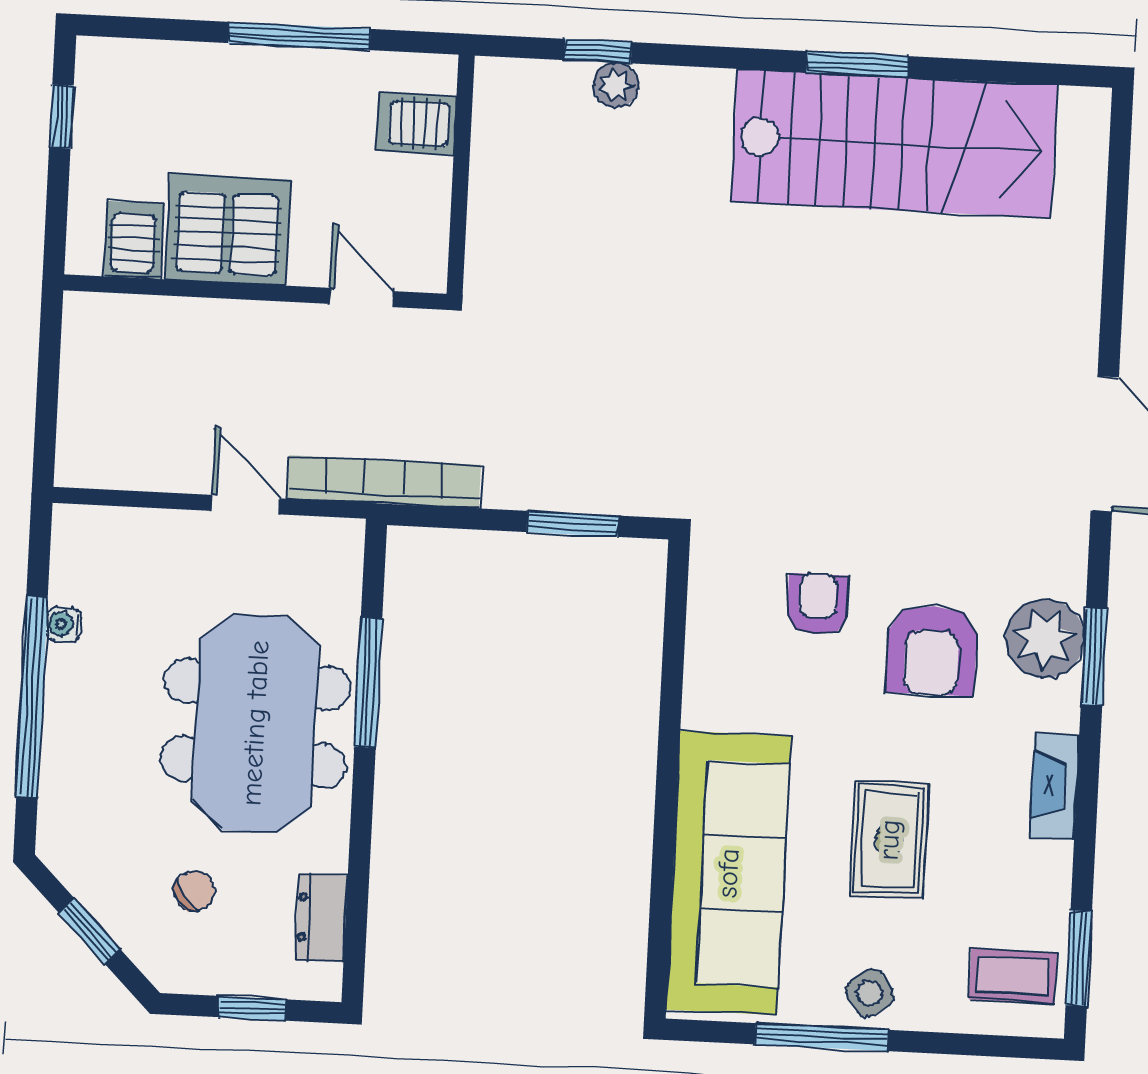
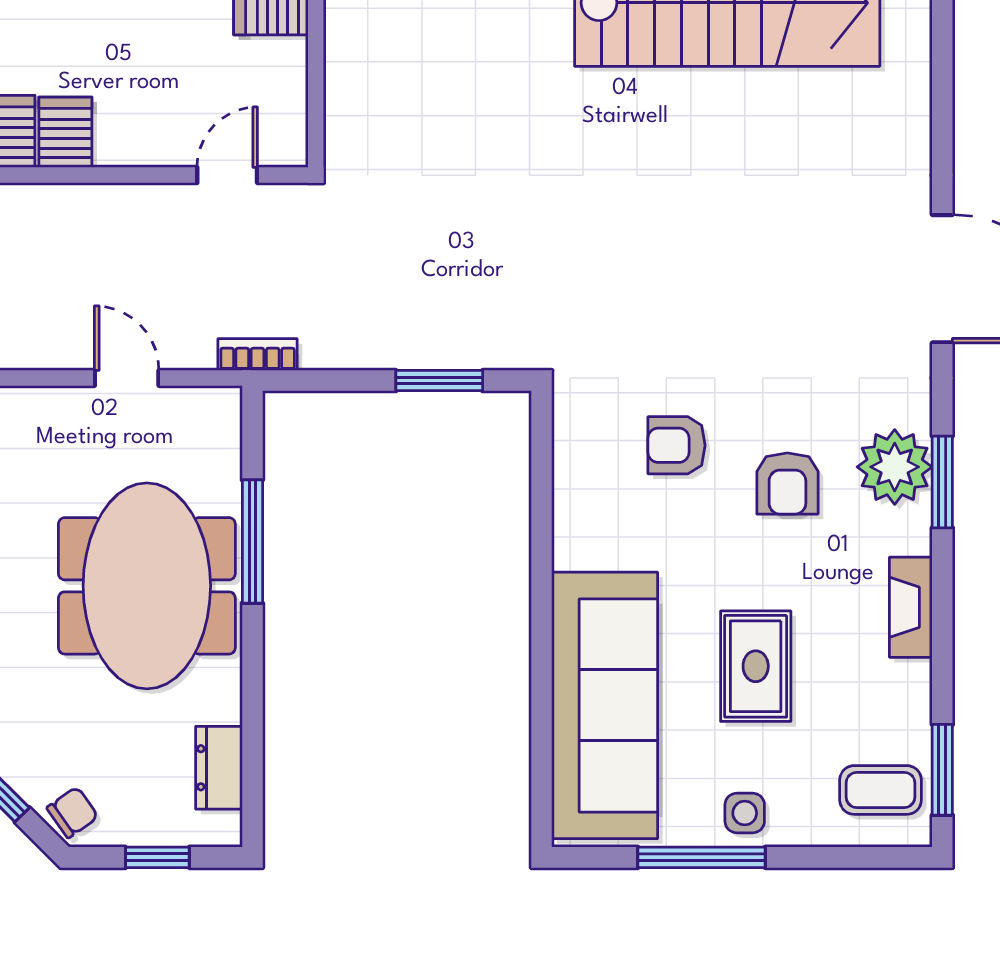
server rack: (228, 230) -> (65, 132), width x0.46, depth x0.70
door: (361, 297) -> (227, 175), hinge flipped
bookcase: (384, 482) -> (258, 355), width x0.43, depth x0.76
armchair: (818, 604) -> (677, 445), turned -90
armchair: (932, 650) -> (787, 483), width x0.72, depth x0.72
chair: (195, 891) -> (73, 812), moved
side table: (869, 993) -> (745, 813), turned 37

